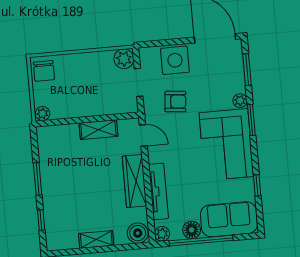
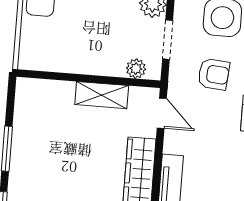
plant: (42, 114) -> (136, 69), moved

